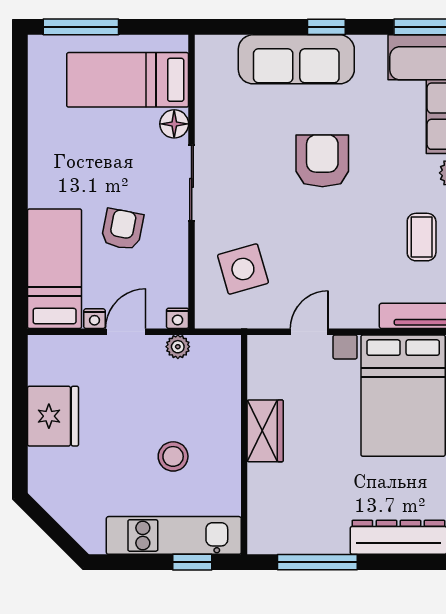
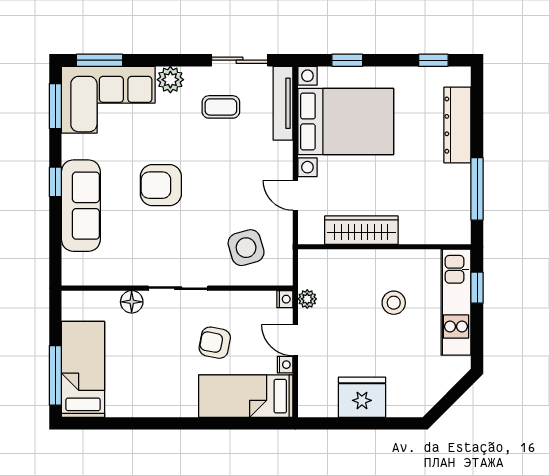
bed: (128, 80) -> (83, 369), moved, turned 180
wardrobe: (265, 431) -> (361, 230), width x1.50

